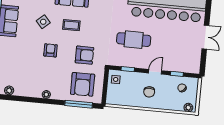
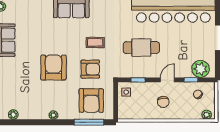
side table: (43, 22) -> (43, 38), removed
coffee table: (71, 25) -> (95, 43), moved
armchair: (50, 50) -> (53, 68), width x1.88, depth x1.88
plant: (187, 65) -> (201, 69), added

